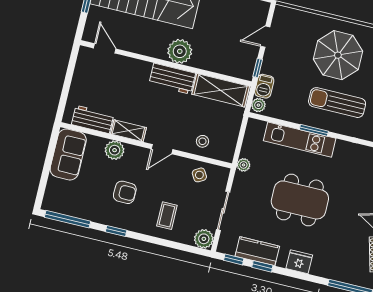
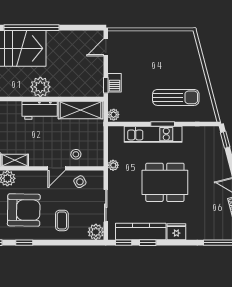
door: (265, 37) -> (106, 47), moved
parasol: (338, 55) -> (167, 59), removed
barbecue: (264, 86) -> (114, 83), moved
sun lounger: (337, 103) -> (176, 97), turned 180
door: (162, 149) -> (56, 168), moved
armchair: (125, 192) -> (24, 210), width x1.88, depth x1.88
kitchen counter: (257, 251) -> (141, 231), width x1.50

